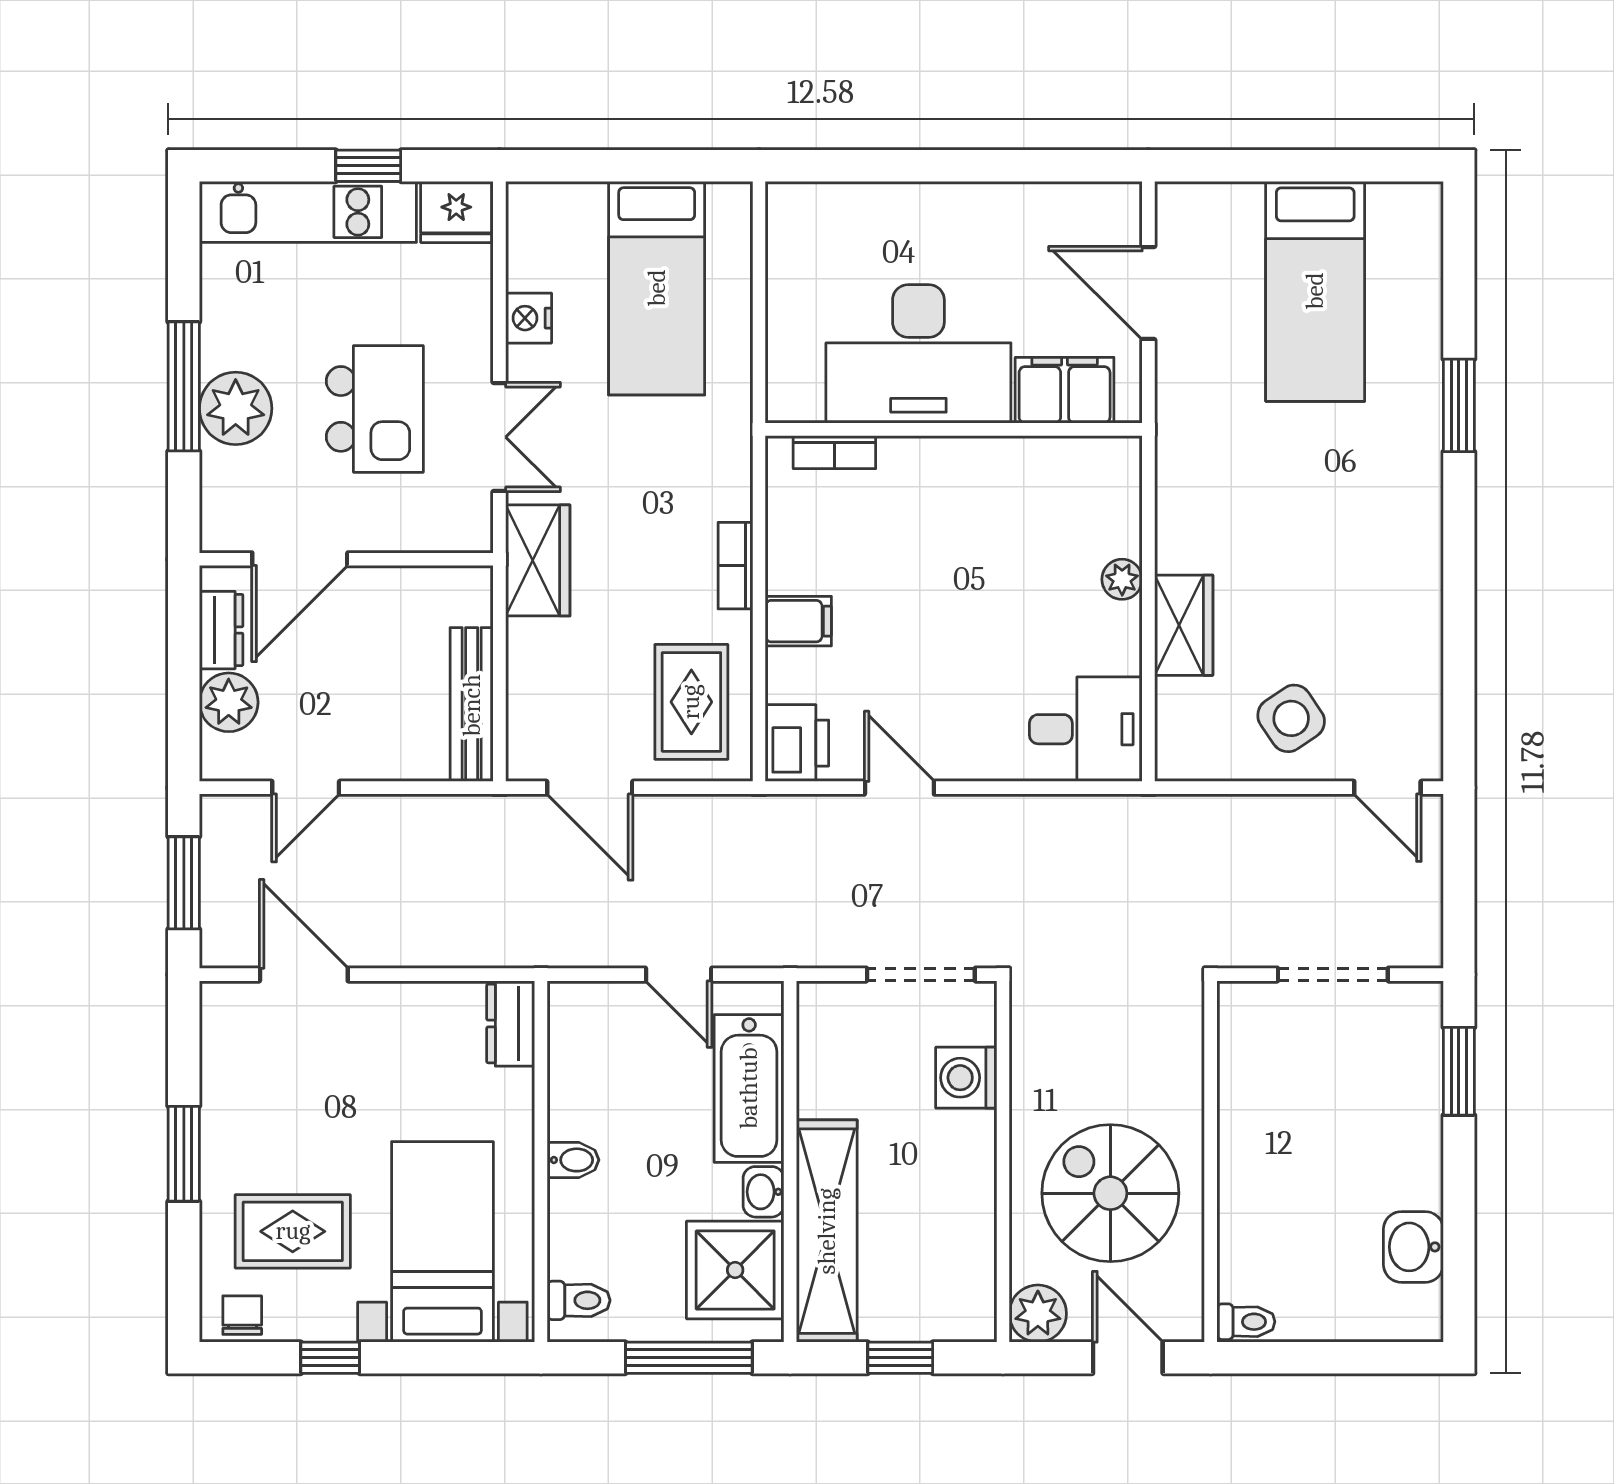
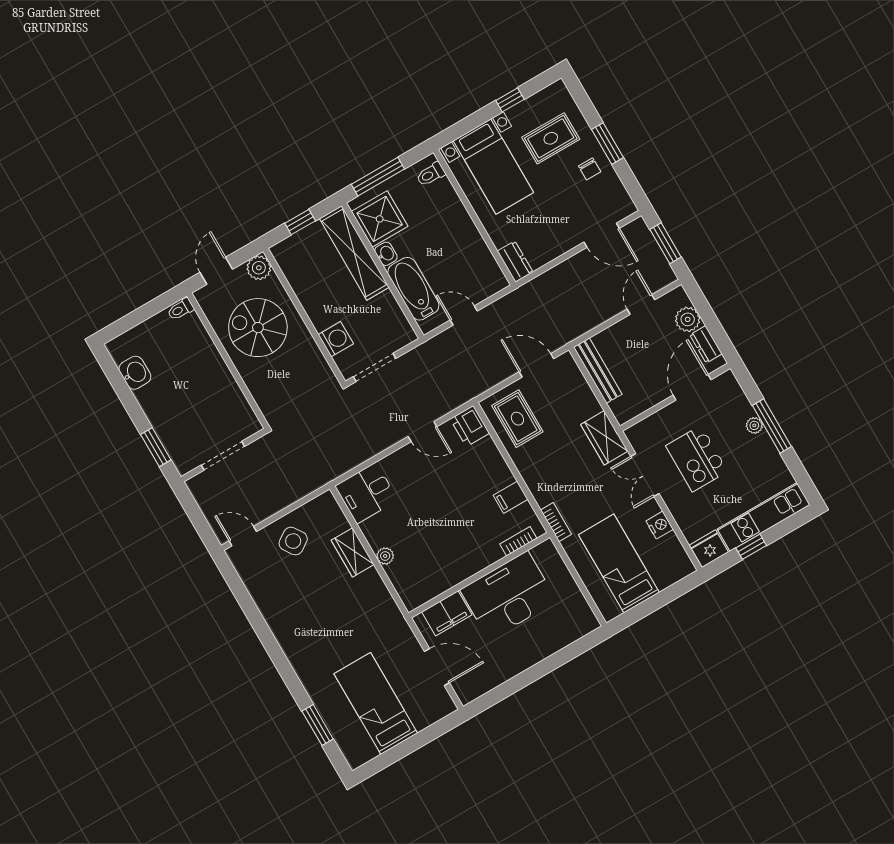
window: (1459, 405) -> (318, 725), moved
plant: (236, 408) -> (754, 425), width x0.53, depth x0.53
bookcase: (735, 566) -> (556, 522), moved
filing cabinet: (798, 621) -> (511, 497), moved
bidet: (573, 1160) -> (463, 225), removed
spiral stairs: (1110, 1193) -> (258, 328), turned 180
chair: (242, 1315) -> (590, 169), moved
door: (1128, 1358) -> (216, 271), swing flipped

